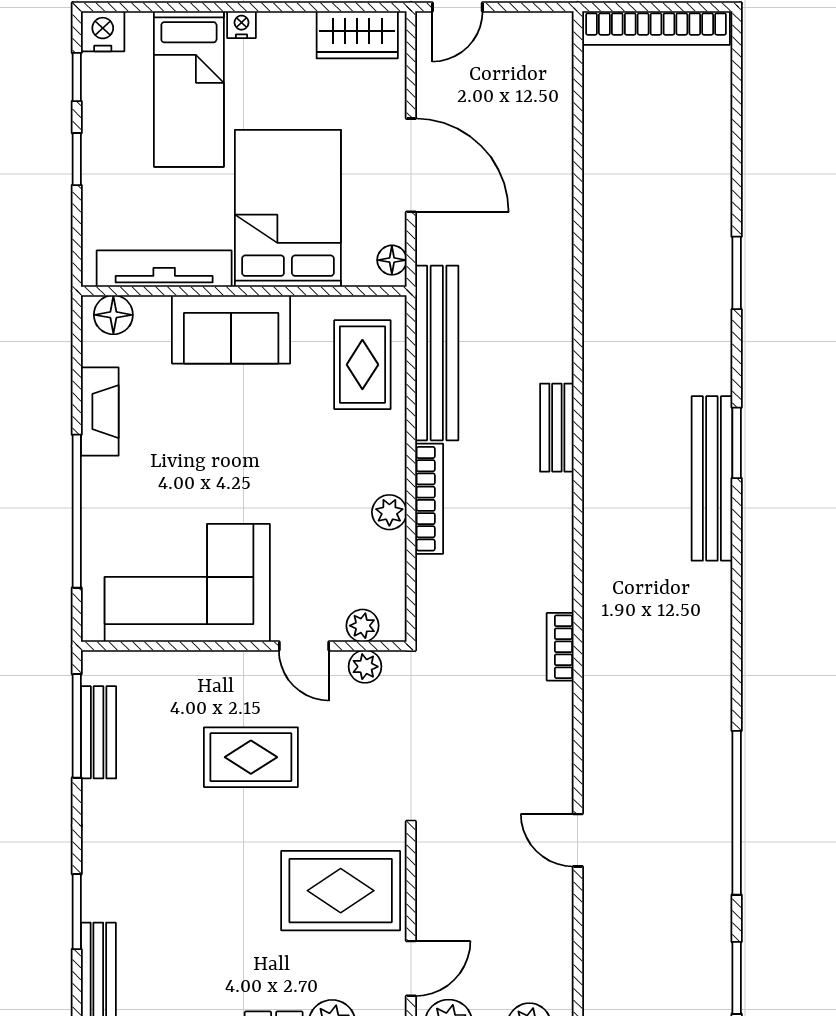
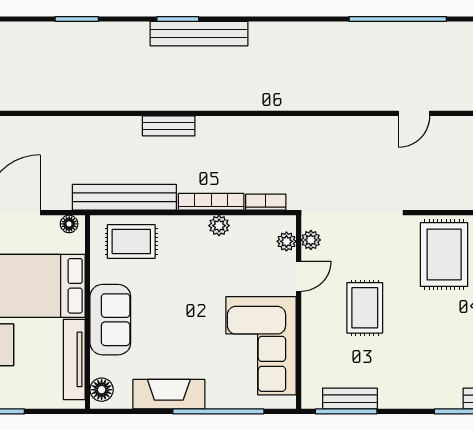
fireplace: (100, 412) -> (169, 394), width x1.37, depth x1.32
bookcase: (560, 647) -> (266, 202), moved, turned 180

